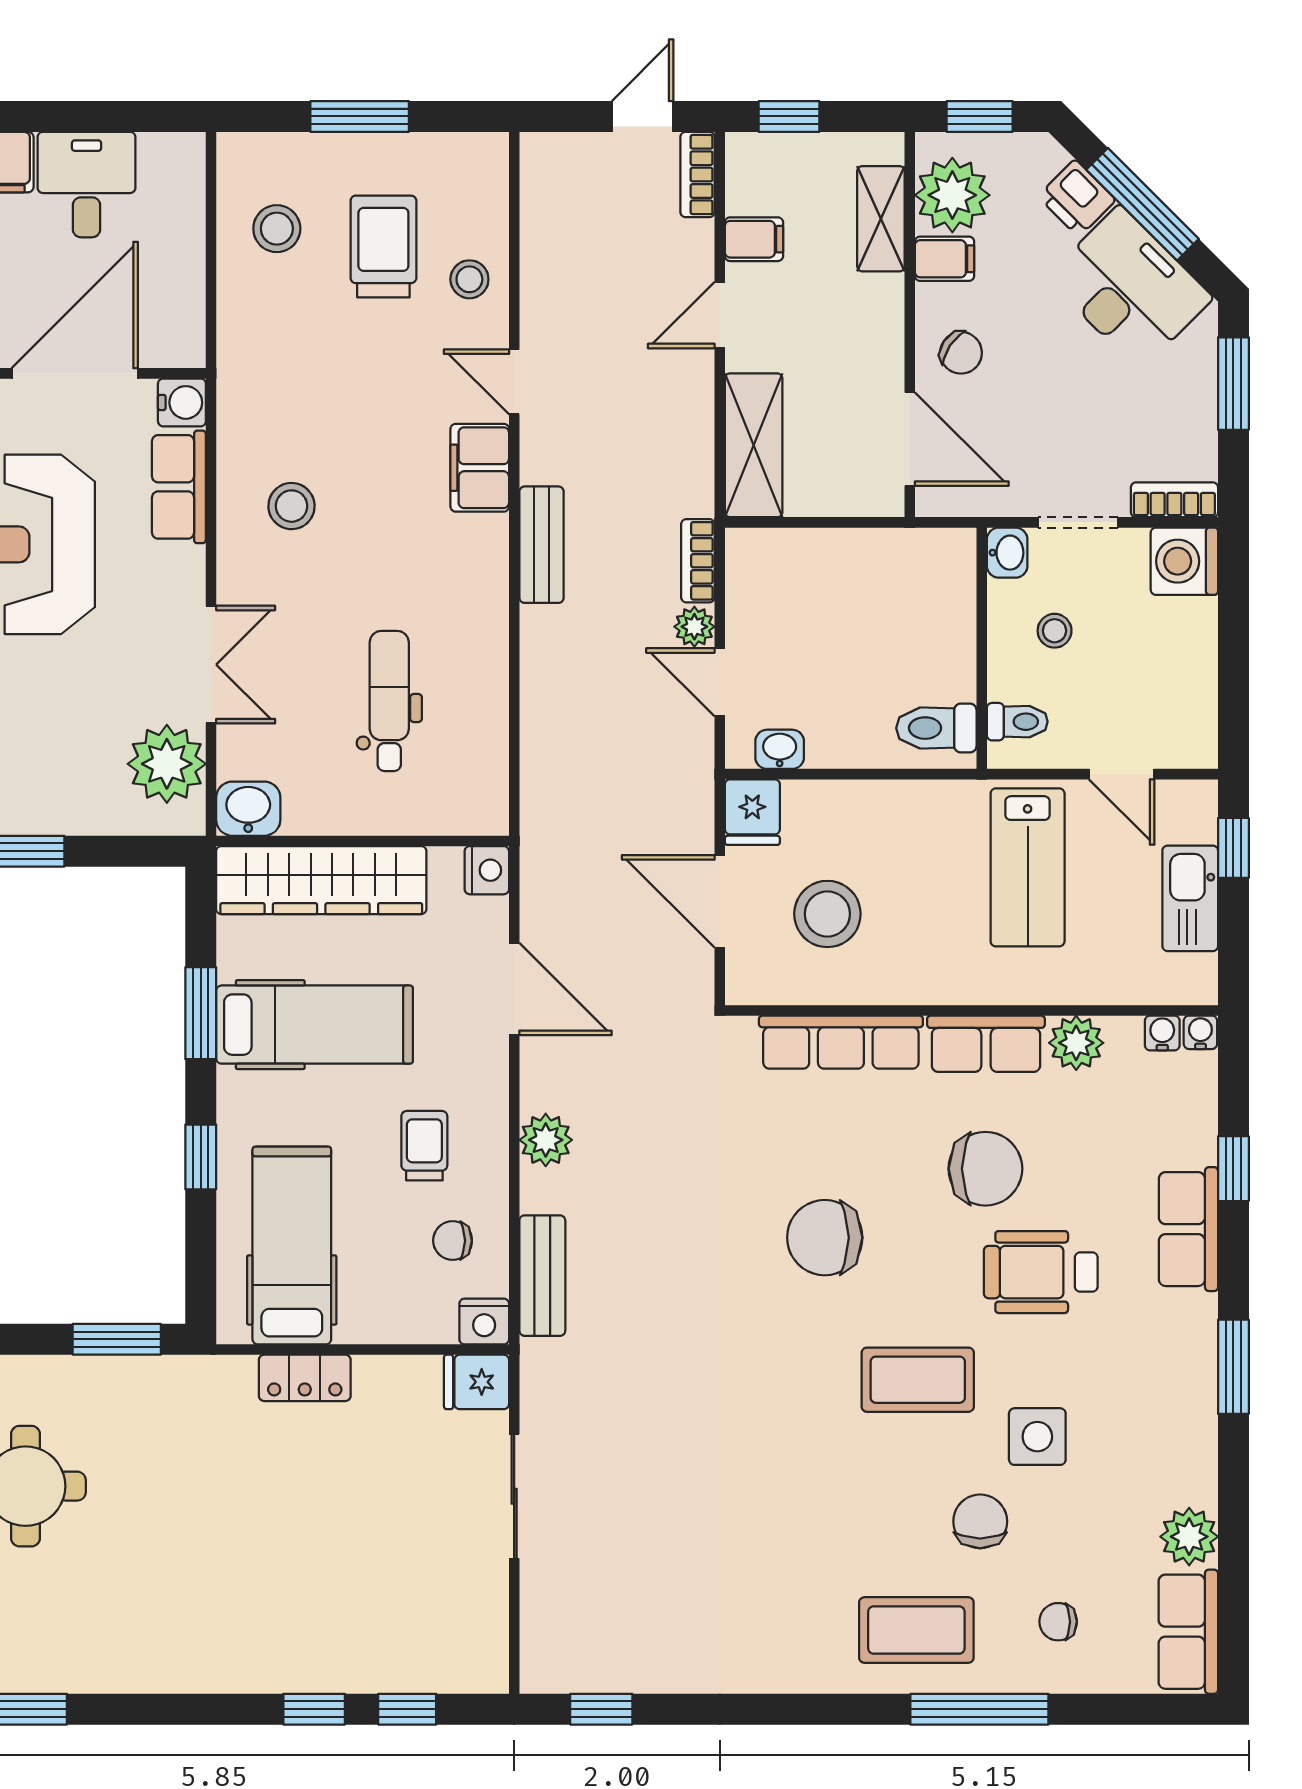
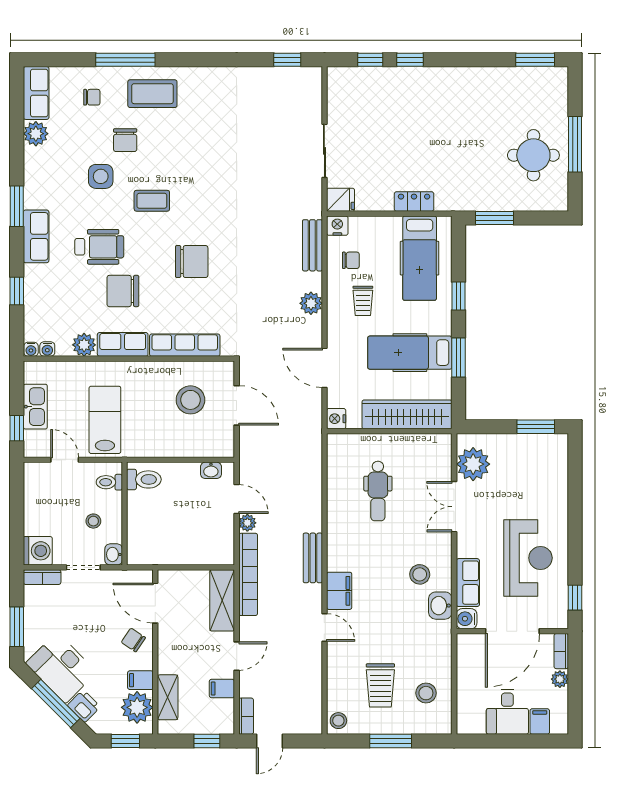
stool: (469, 279) -> (338, 721), moved
bookcase: (698, 561) -> (248, 574), width x2.31, depth x1.31
washbasin: (248, 809) -> (440, 606), moved, turned 90
fridge: (752, 812) -> (223, 444), removed
row of seats: (1188, 1229) -> (36, 236), moved
coffee table: (918, 1380) -> (152, 201), width x0.73, depth x0.77

